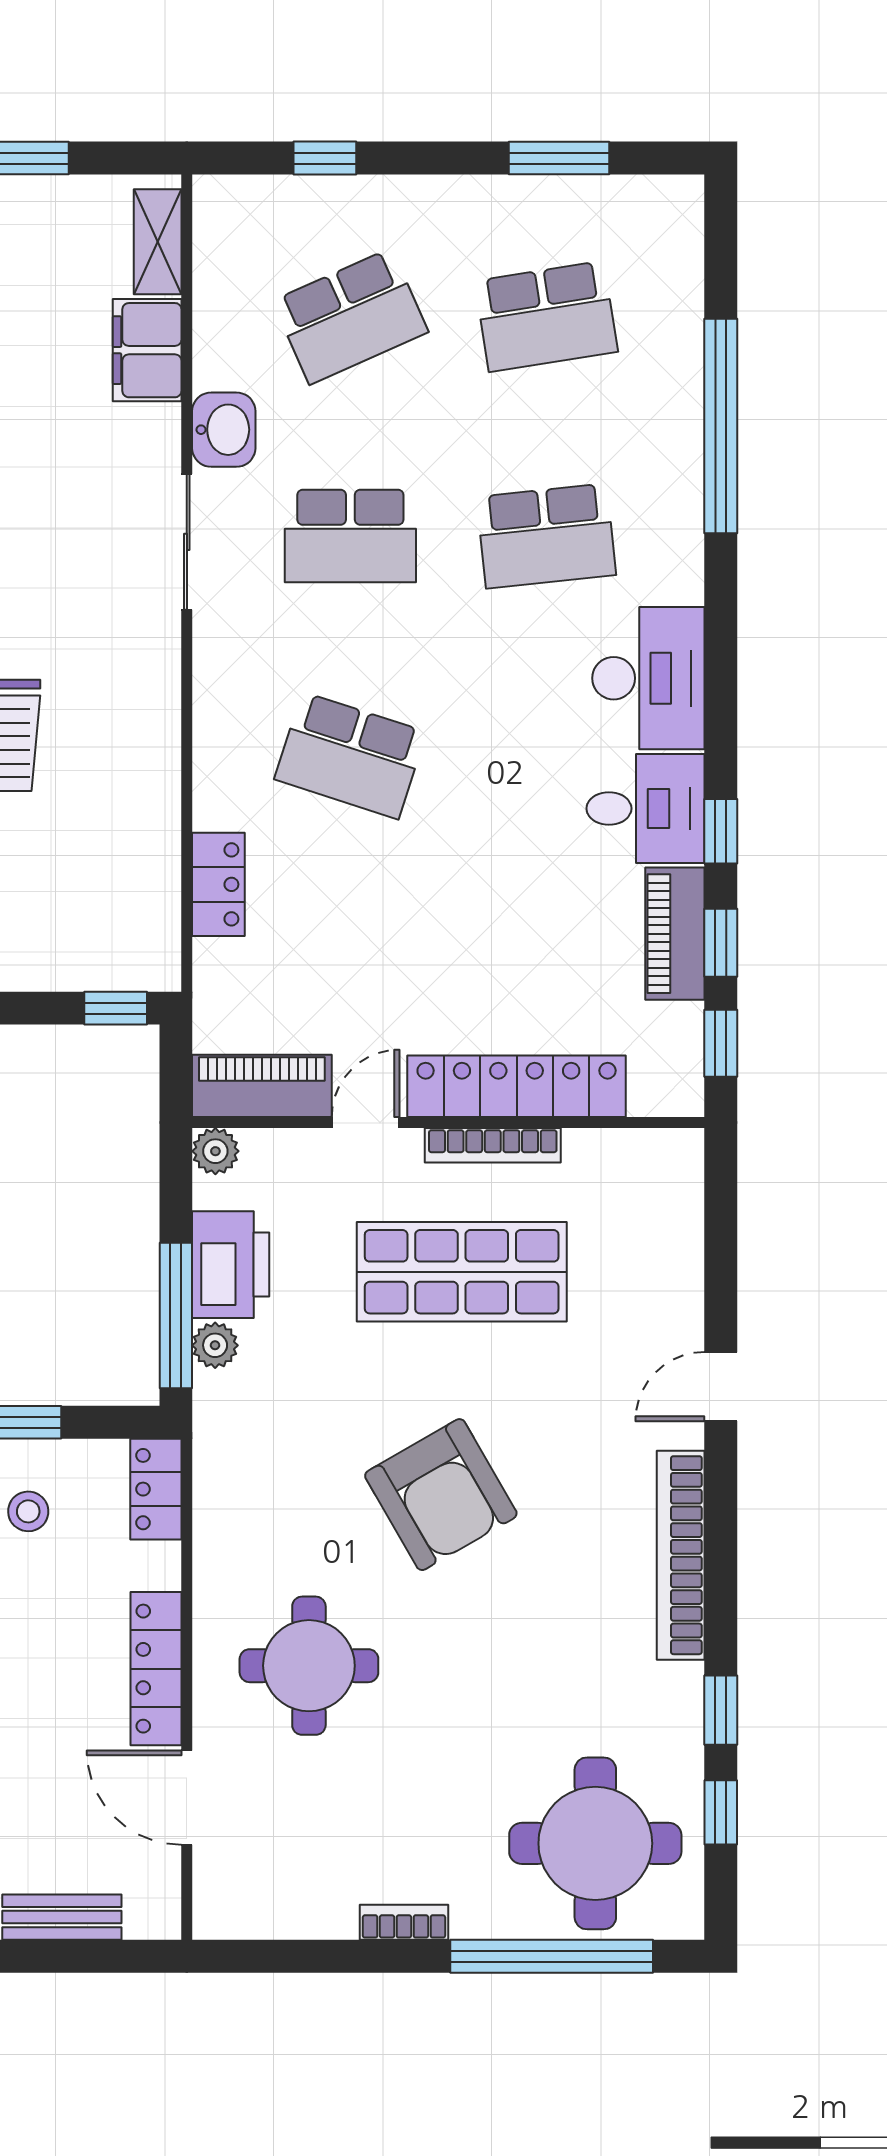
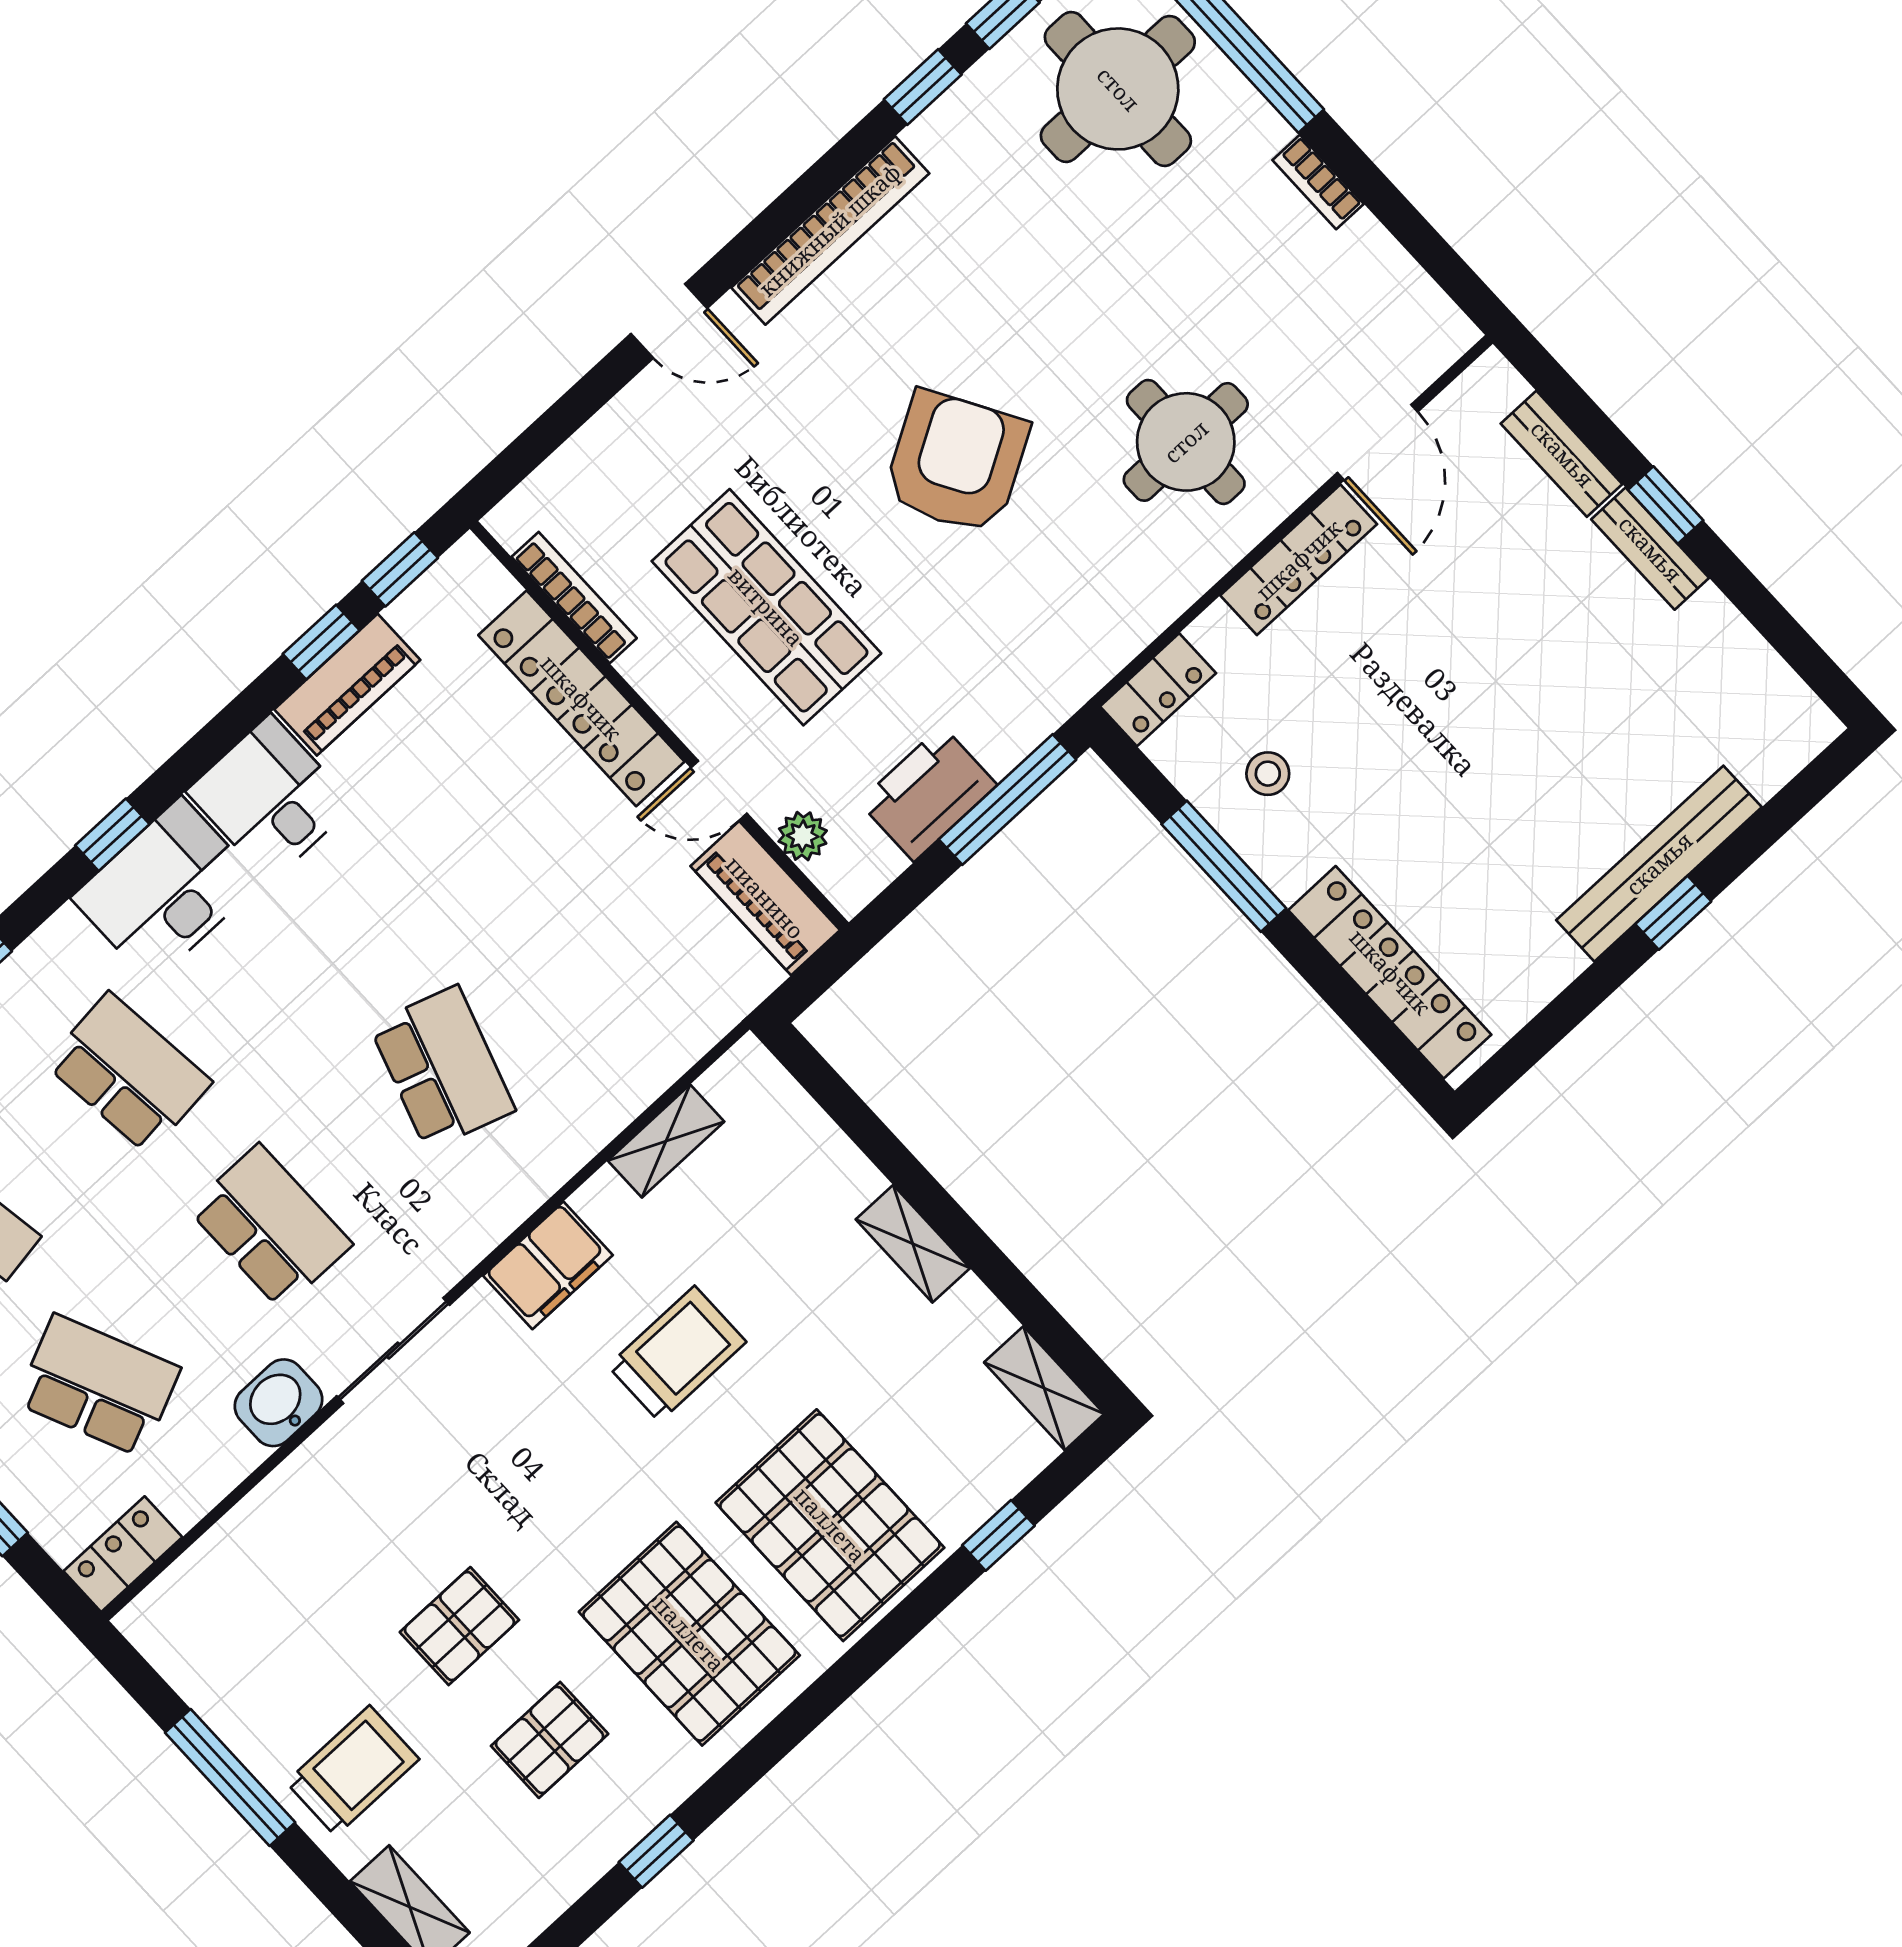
shelving: (158, 242) -> (666, 1141), moved
filing cabinet: (147, 350) -> (548, 1265), moved
window: (721, 831) -> (112, 835), moved
locker: (218, 884) -> (123, 1554), moved
window: (116, 1008) -> (810, 1069), removed
bookcase: (493, 1145) -> (574, 598), moved
plant: (215, 1151) -> (803, 836), moved
plant: (215, 1345) -> (1002, 747), removed

